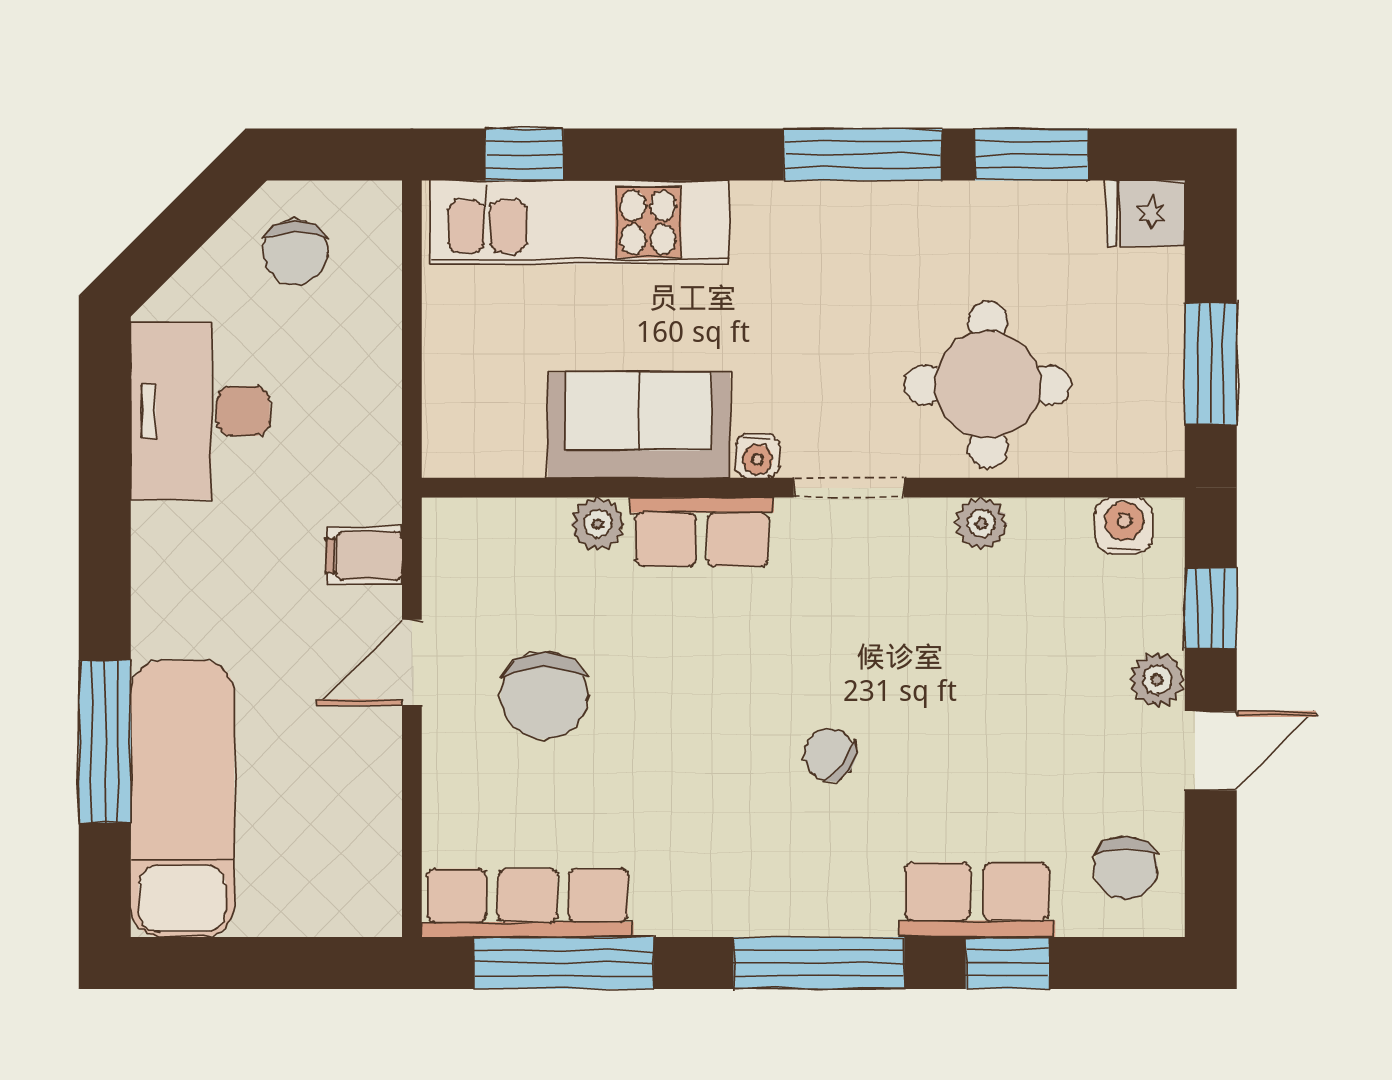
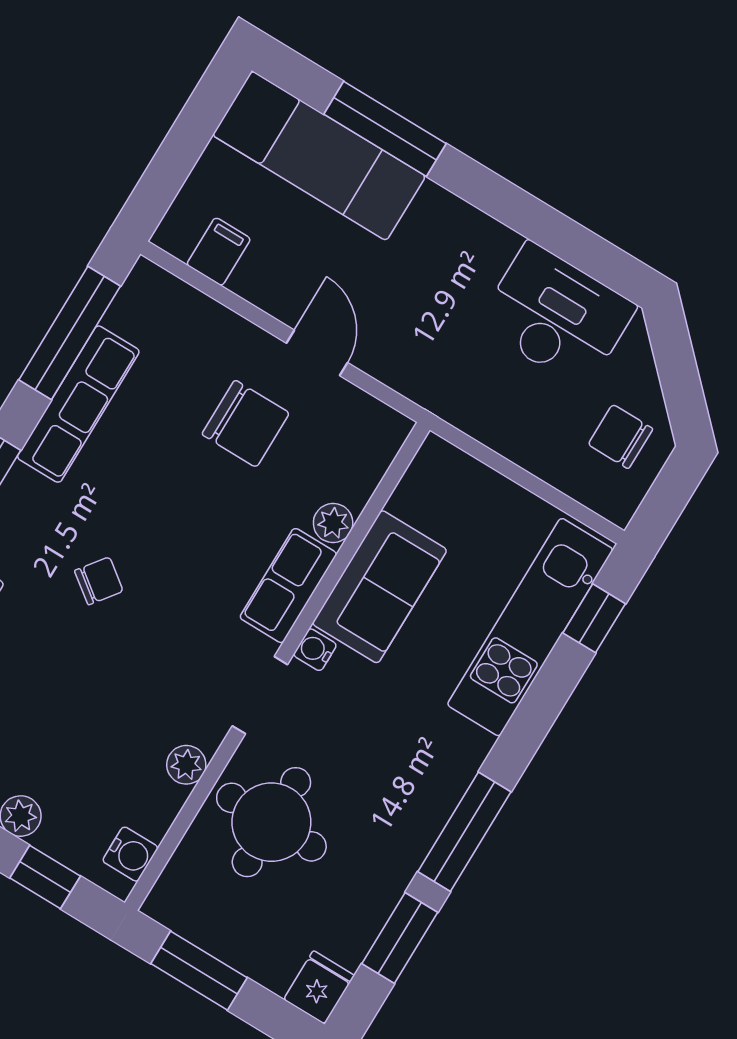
filing cabinet: (364, 556) -> (219, 252), moved
chair: (544, 695) -> (246, 424), turned 180
row of seats: (528, 903) -> (78, 404), moved

